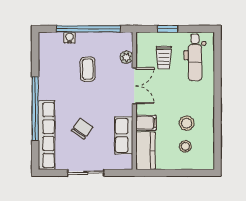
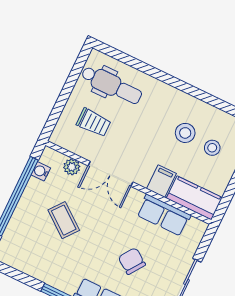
window: (168, 29) -> (62, 101), removed
water cooler: (70, 38) -> (41, 171), moved
coffee table: (88, 69) -> (64, 220), turned 38
double door: (134, 86) -> (110, 174), swing flipped

